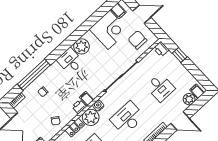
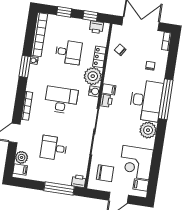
window: (180, 55) -> (59, 189), width x2.17
desk: (70, 61) -> (146, 101), width x1.87, depth x1.30
window: (34, 75) -> (166, 99), moved
printer: (79, 107) -> (106, 101), moved
desk: (127, 118) -> (61, 100), turned -90

